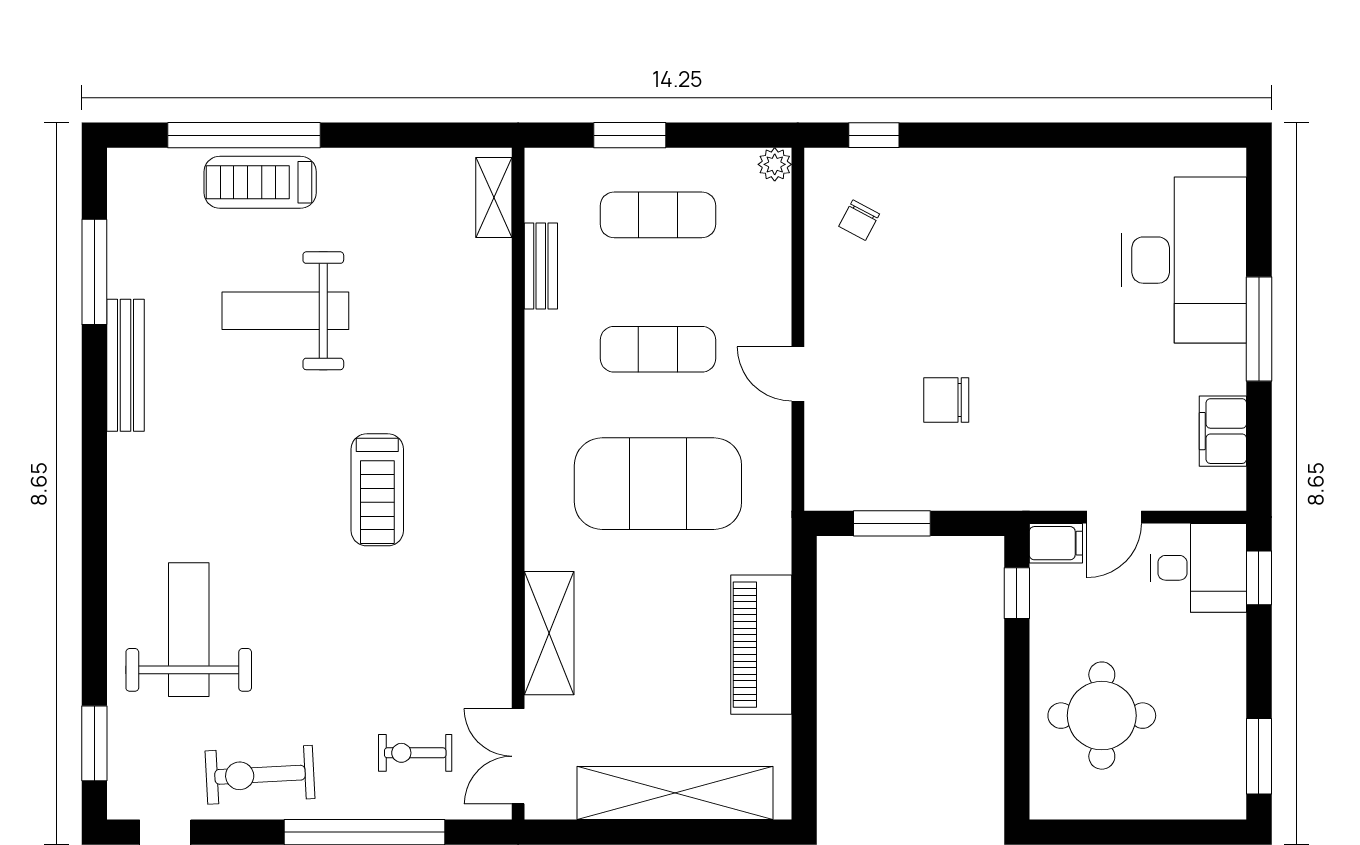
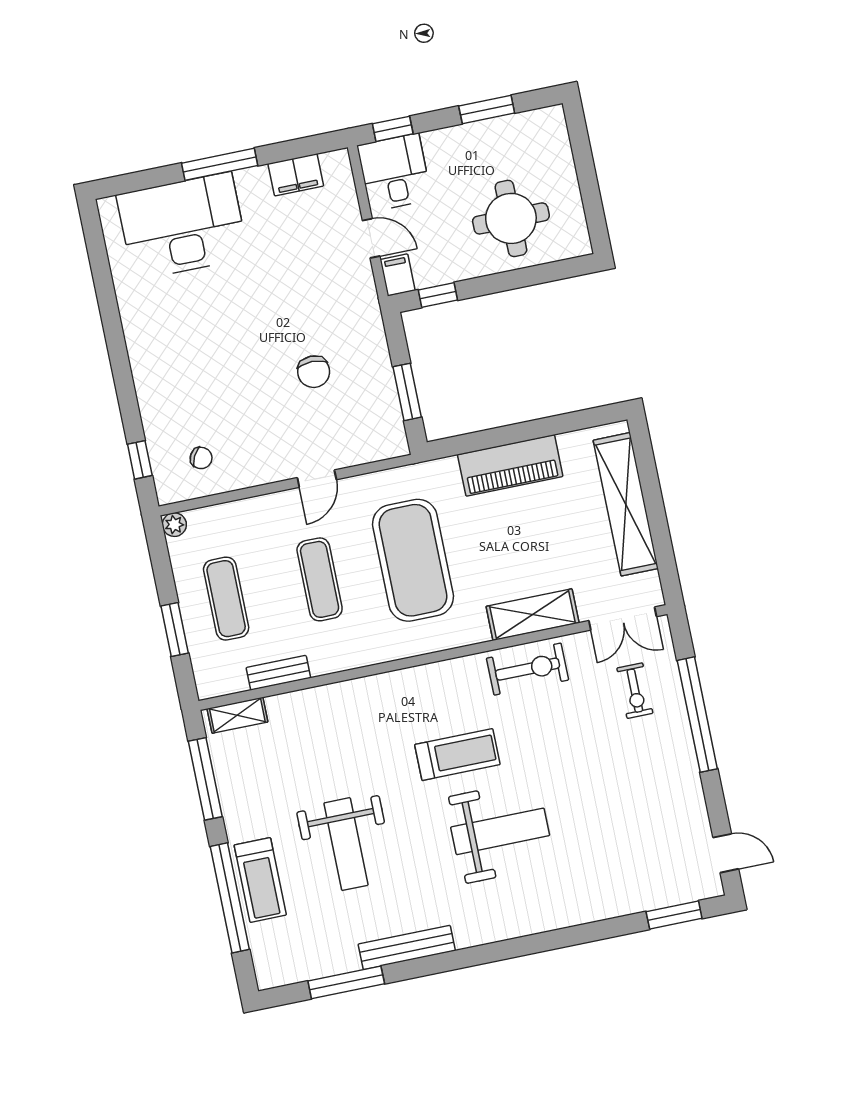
window: (415, 135) -> (205, 779), added
weight bench: (189, 630) -> (500, 831), moved, turned 180
window: (1259, 756) -> (487, 110), moved
exercise bike: (260, 775) -> (528, 669), moved, turned -87

